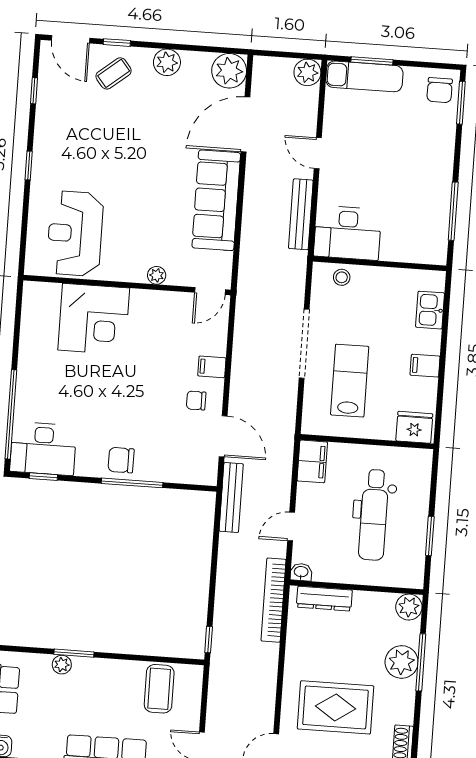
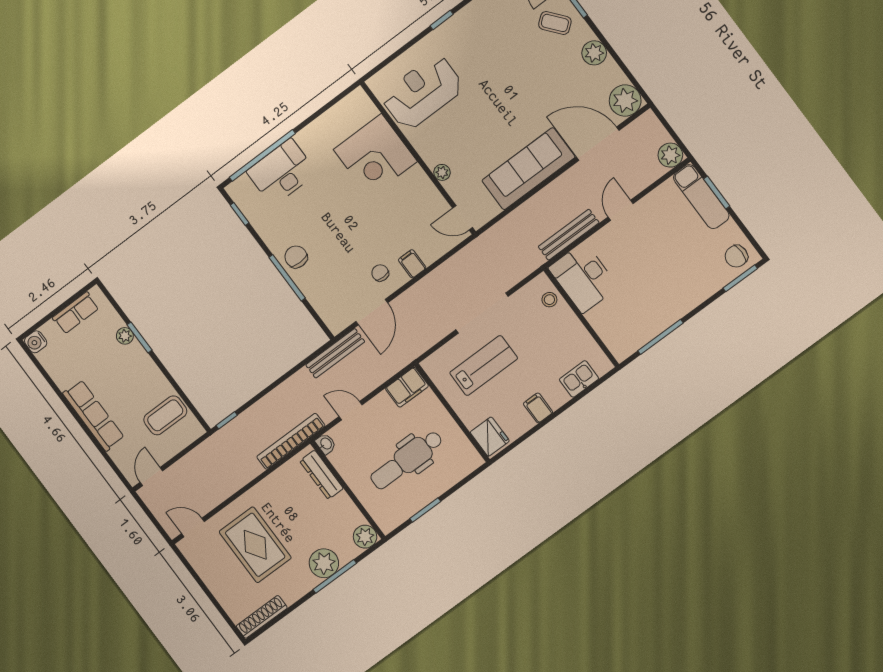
desk: (43, 449) -> (282, 172), moved, turned 90

